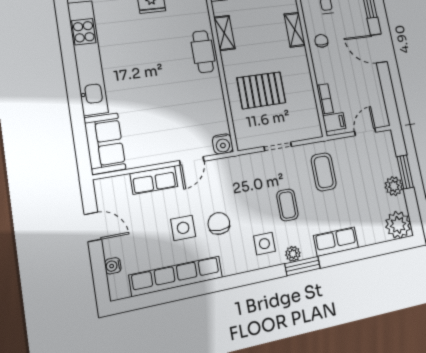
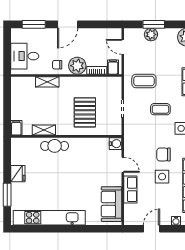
plant: (326, 70) -> (77, 66), added
sofa: (105, 143) -> (111, 204), moved, turned -90
plant: (394, 186) -> (151, 34), moved

